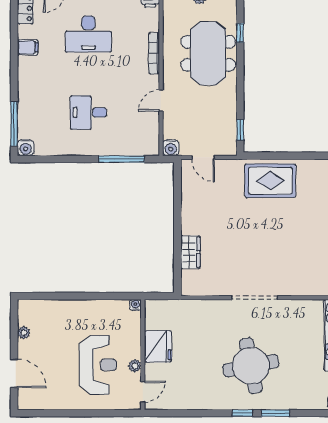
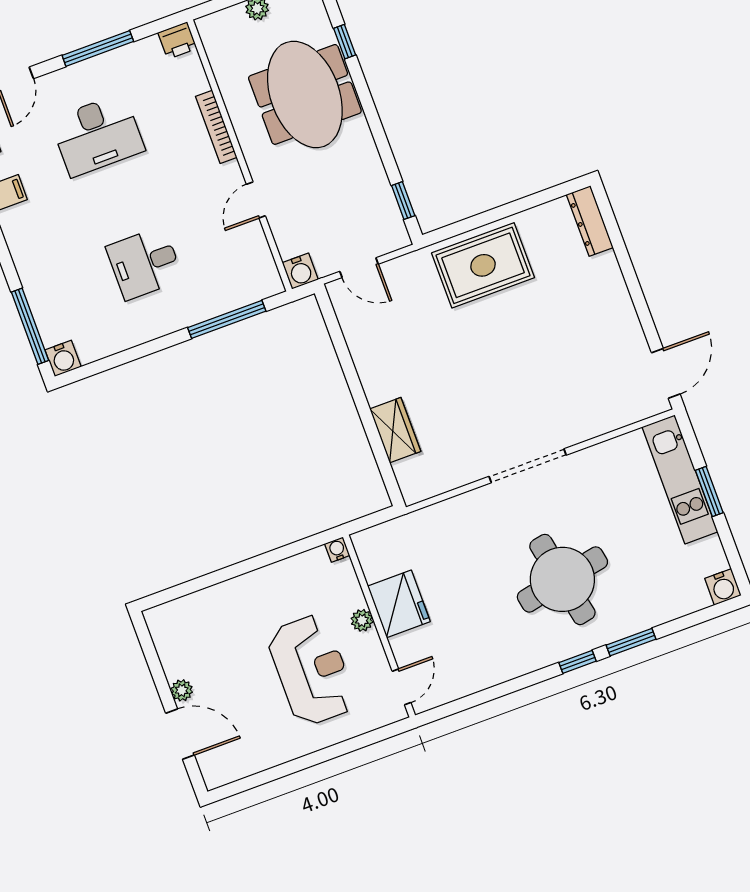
plant: (24, 333) -> (182, 690), moved
plant: (135, 366) -> (362, 620), moved

